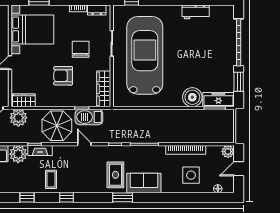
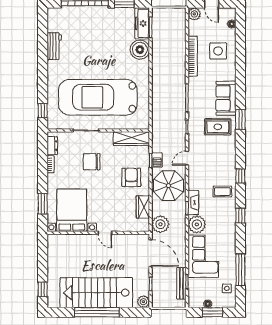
armchair: (63, 76) -> (131, 177), moved, turned 180
wardrobe: (24, 100) -> (143, 207), moved
barbecue: (89, 117) -> (157, 160), width x0.53, depth x0.65

